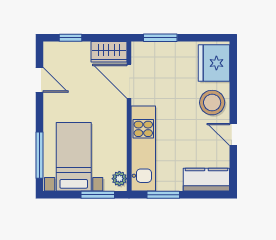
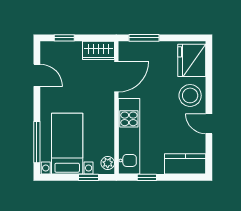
door: (129, 81) -> (116, 77), swing flipped
window: (98, 195) -> (89, 177), width x0.67
window: (163, 195) -> (147, 177), width x0.67

